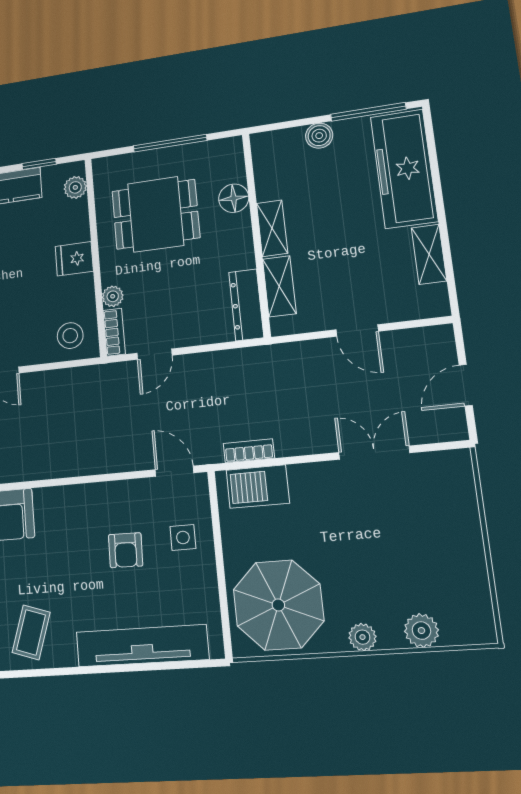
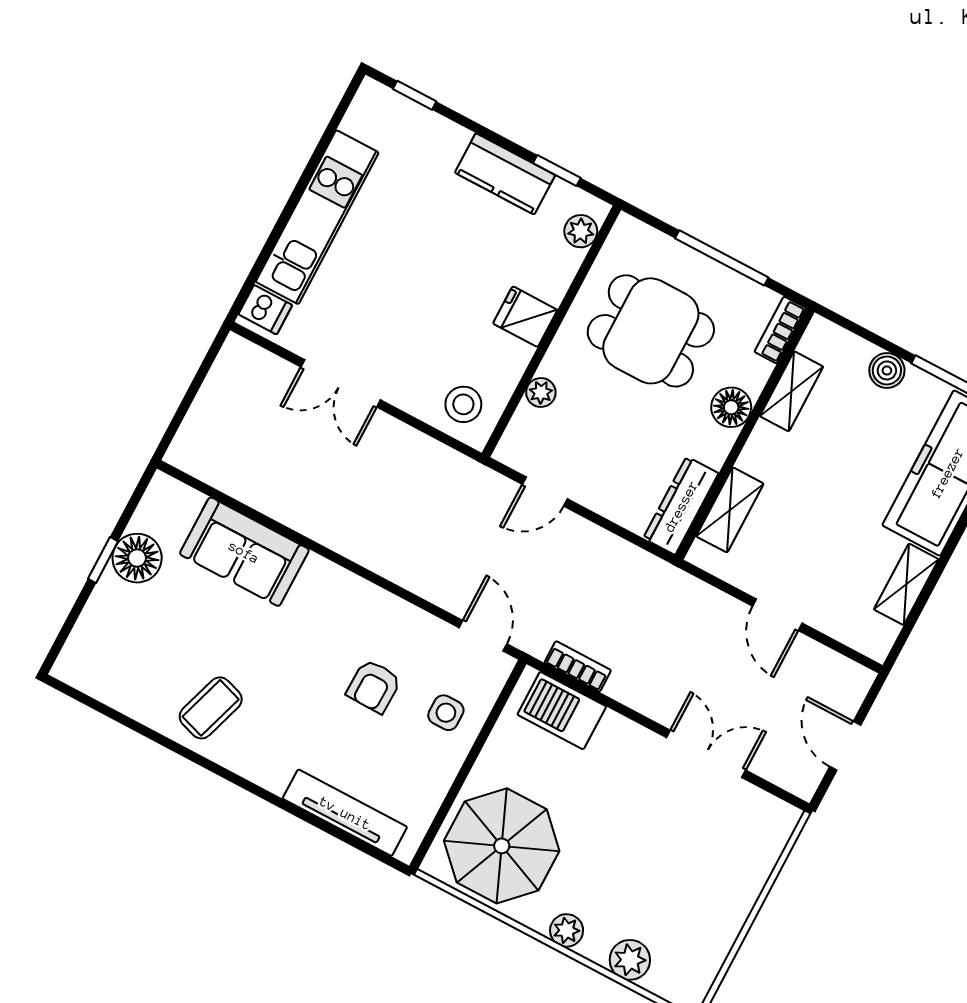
floor lamp: (234, 198) -> (731, 407), moved
shelving: (272, 228) -> (791, 391), moved
bookcase: (114, 332) -> (780, 330), moved, turned 180
door: (466, 385) -> (845, 746), hinge flipped
tv unit: (142, 646) -> (345, 813), width x0.73, depth x0.78

